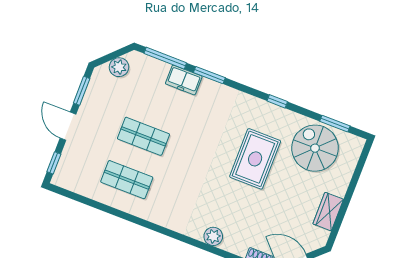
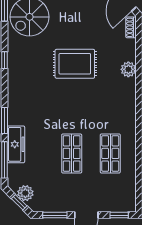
window: (111, 56) -> (19, 202), added
freezer: (184, 80) -> (16, 144), width x1.40
rug: (255, 159) -> (75, 64), moved

